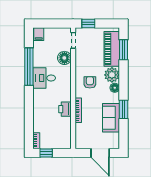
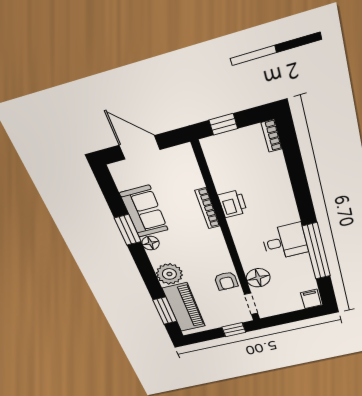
armchair: (90, 82) -> (226, 281), moved
floor lamp: (115, 88) -> (151, 243), moved
window: (46, 153) -> (223, 124), moved

